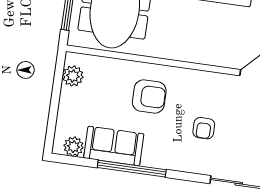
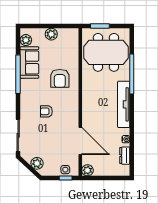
plant: (73, 76) -> (51, 34), moved

